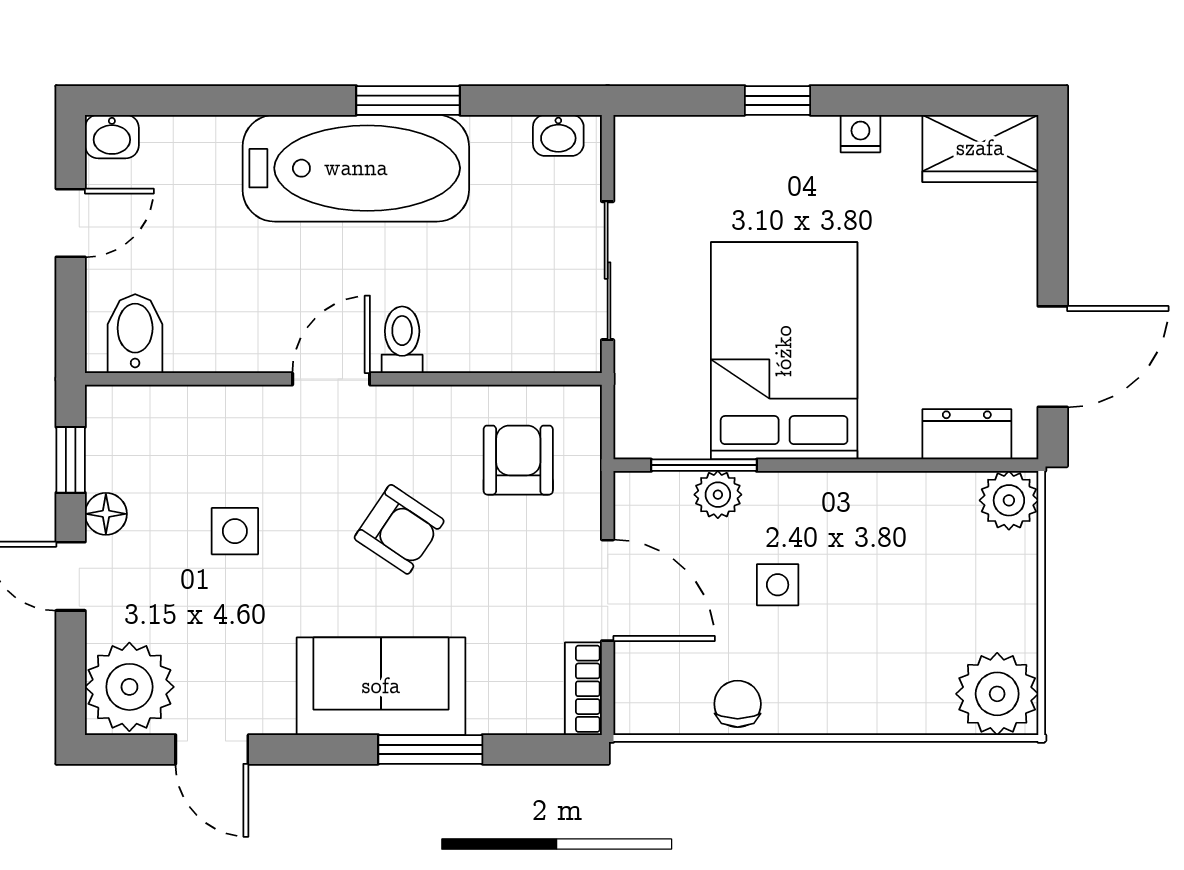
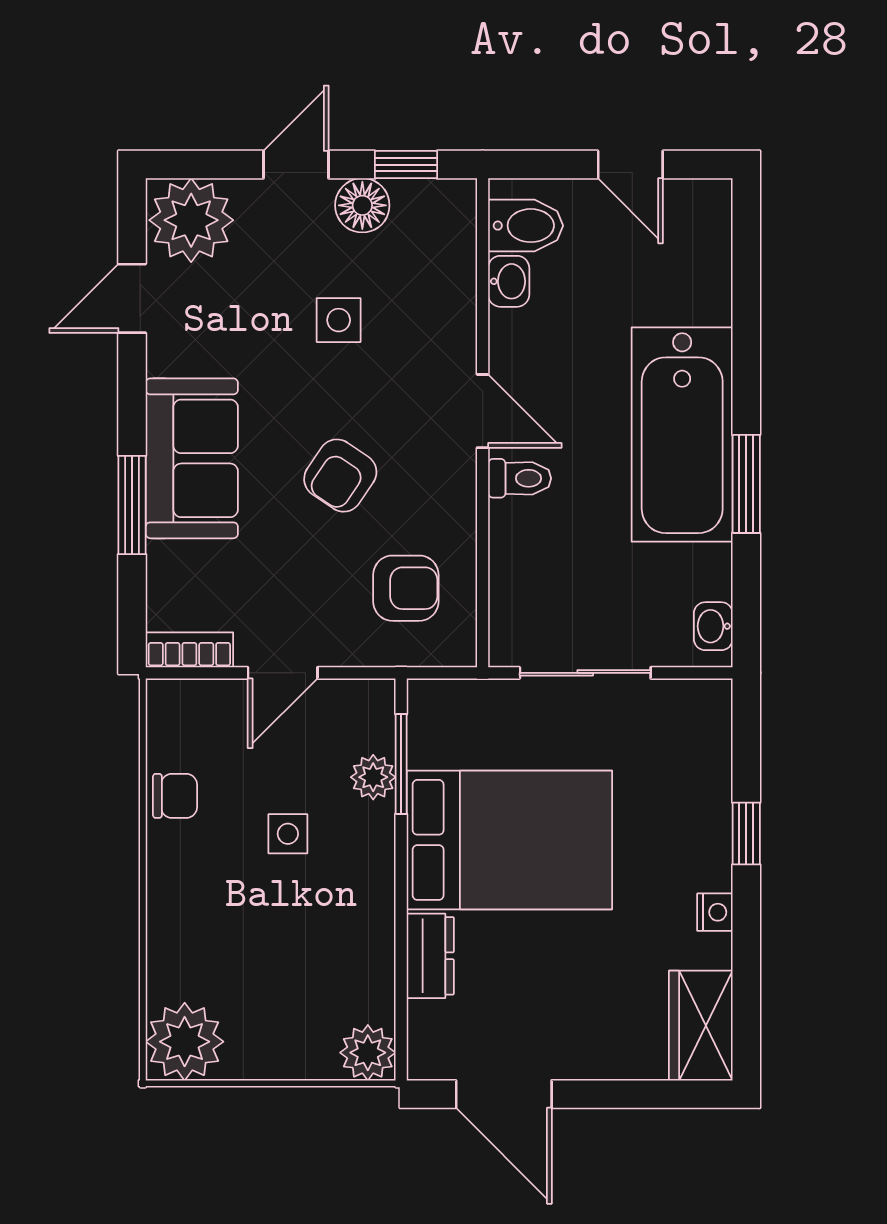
washbasin: (112, 137) -> (509, 281), moved, turned 180
dresser: (967, 434) -> (430, 956), moved
floor lamp: (106, 514) -> (362, 205), width x1.37, depth x1.37
door: (608, 590) -> (283, 673), width x0.73

